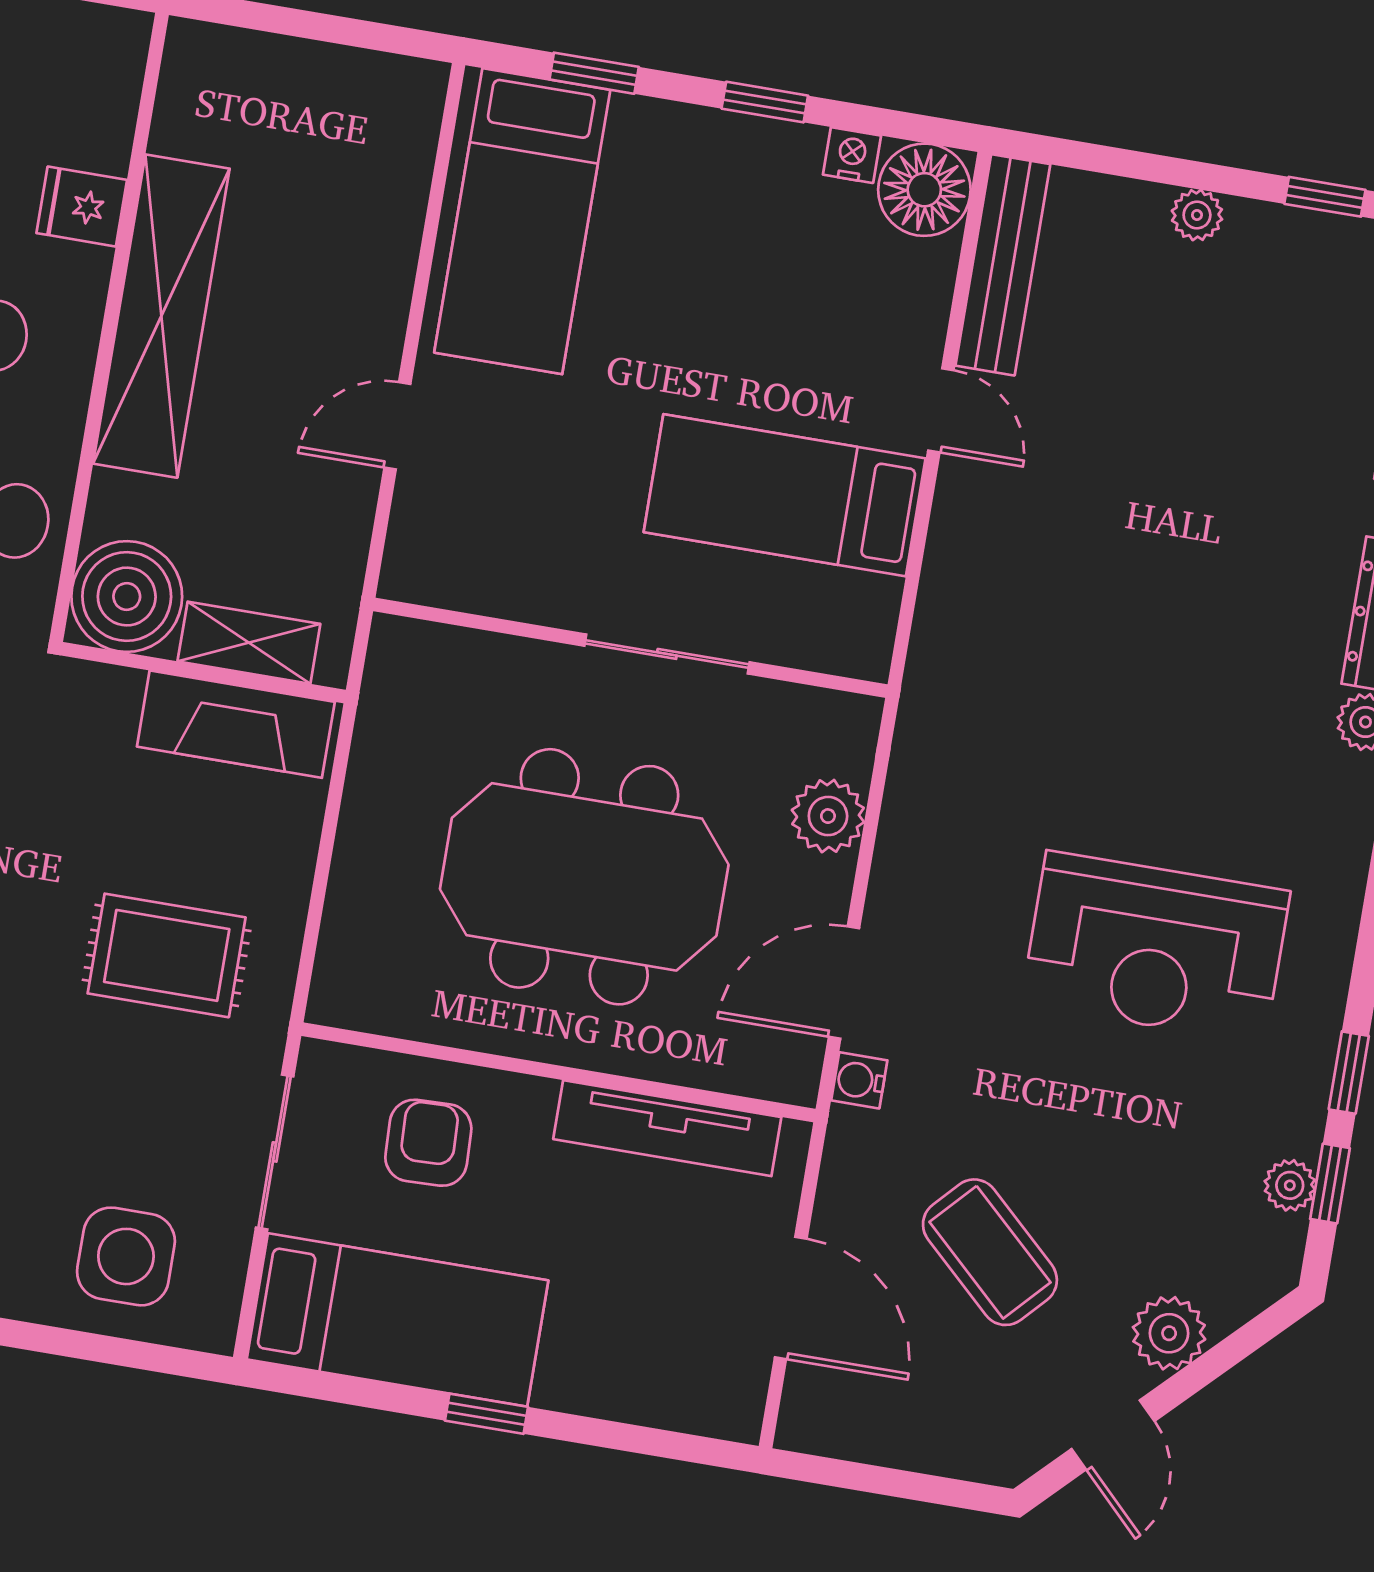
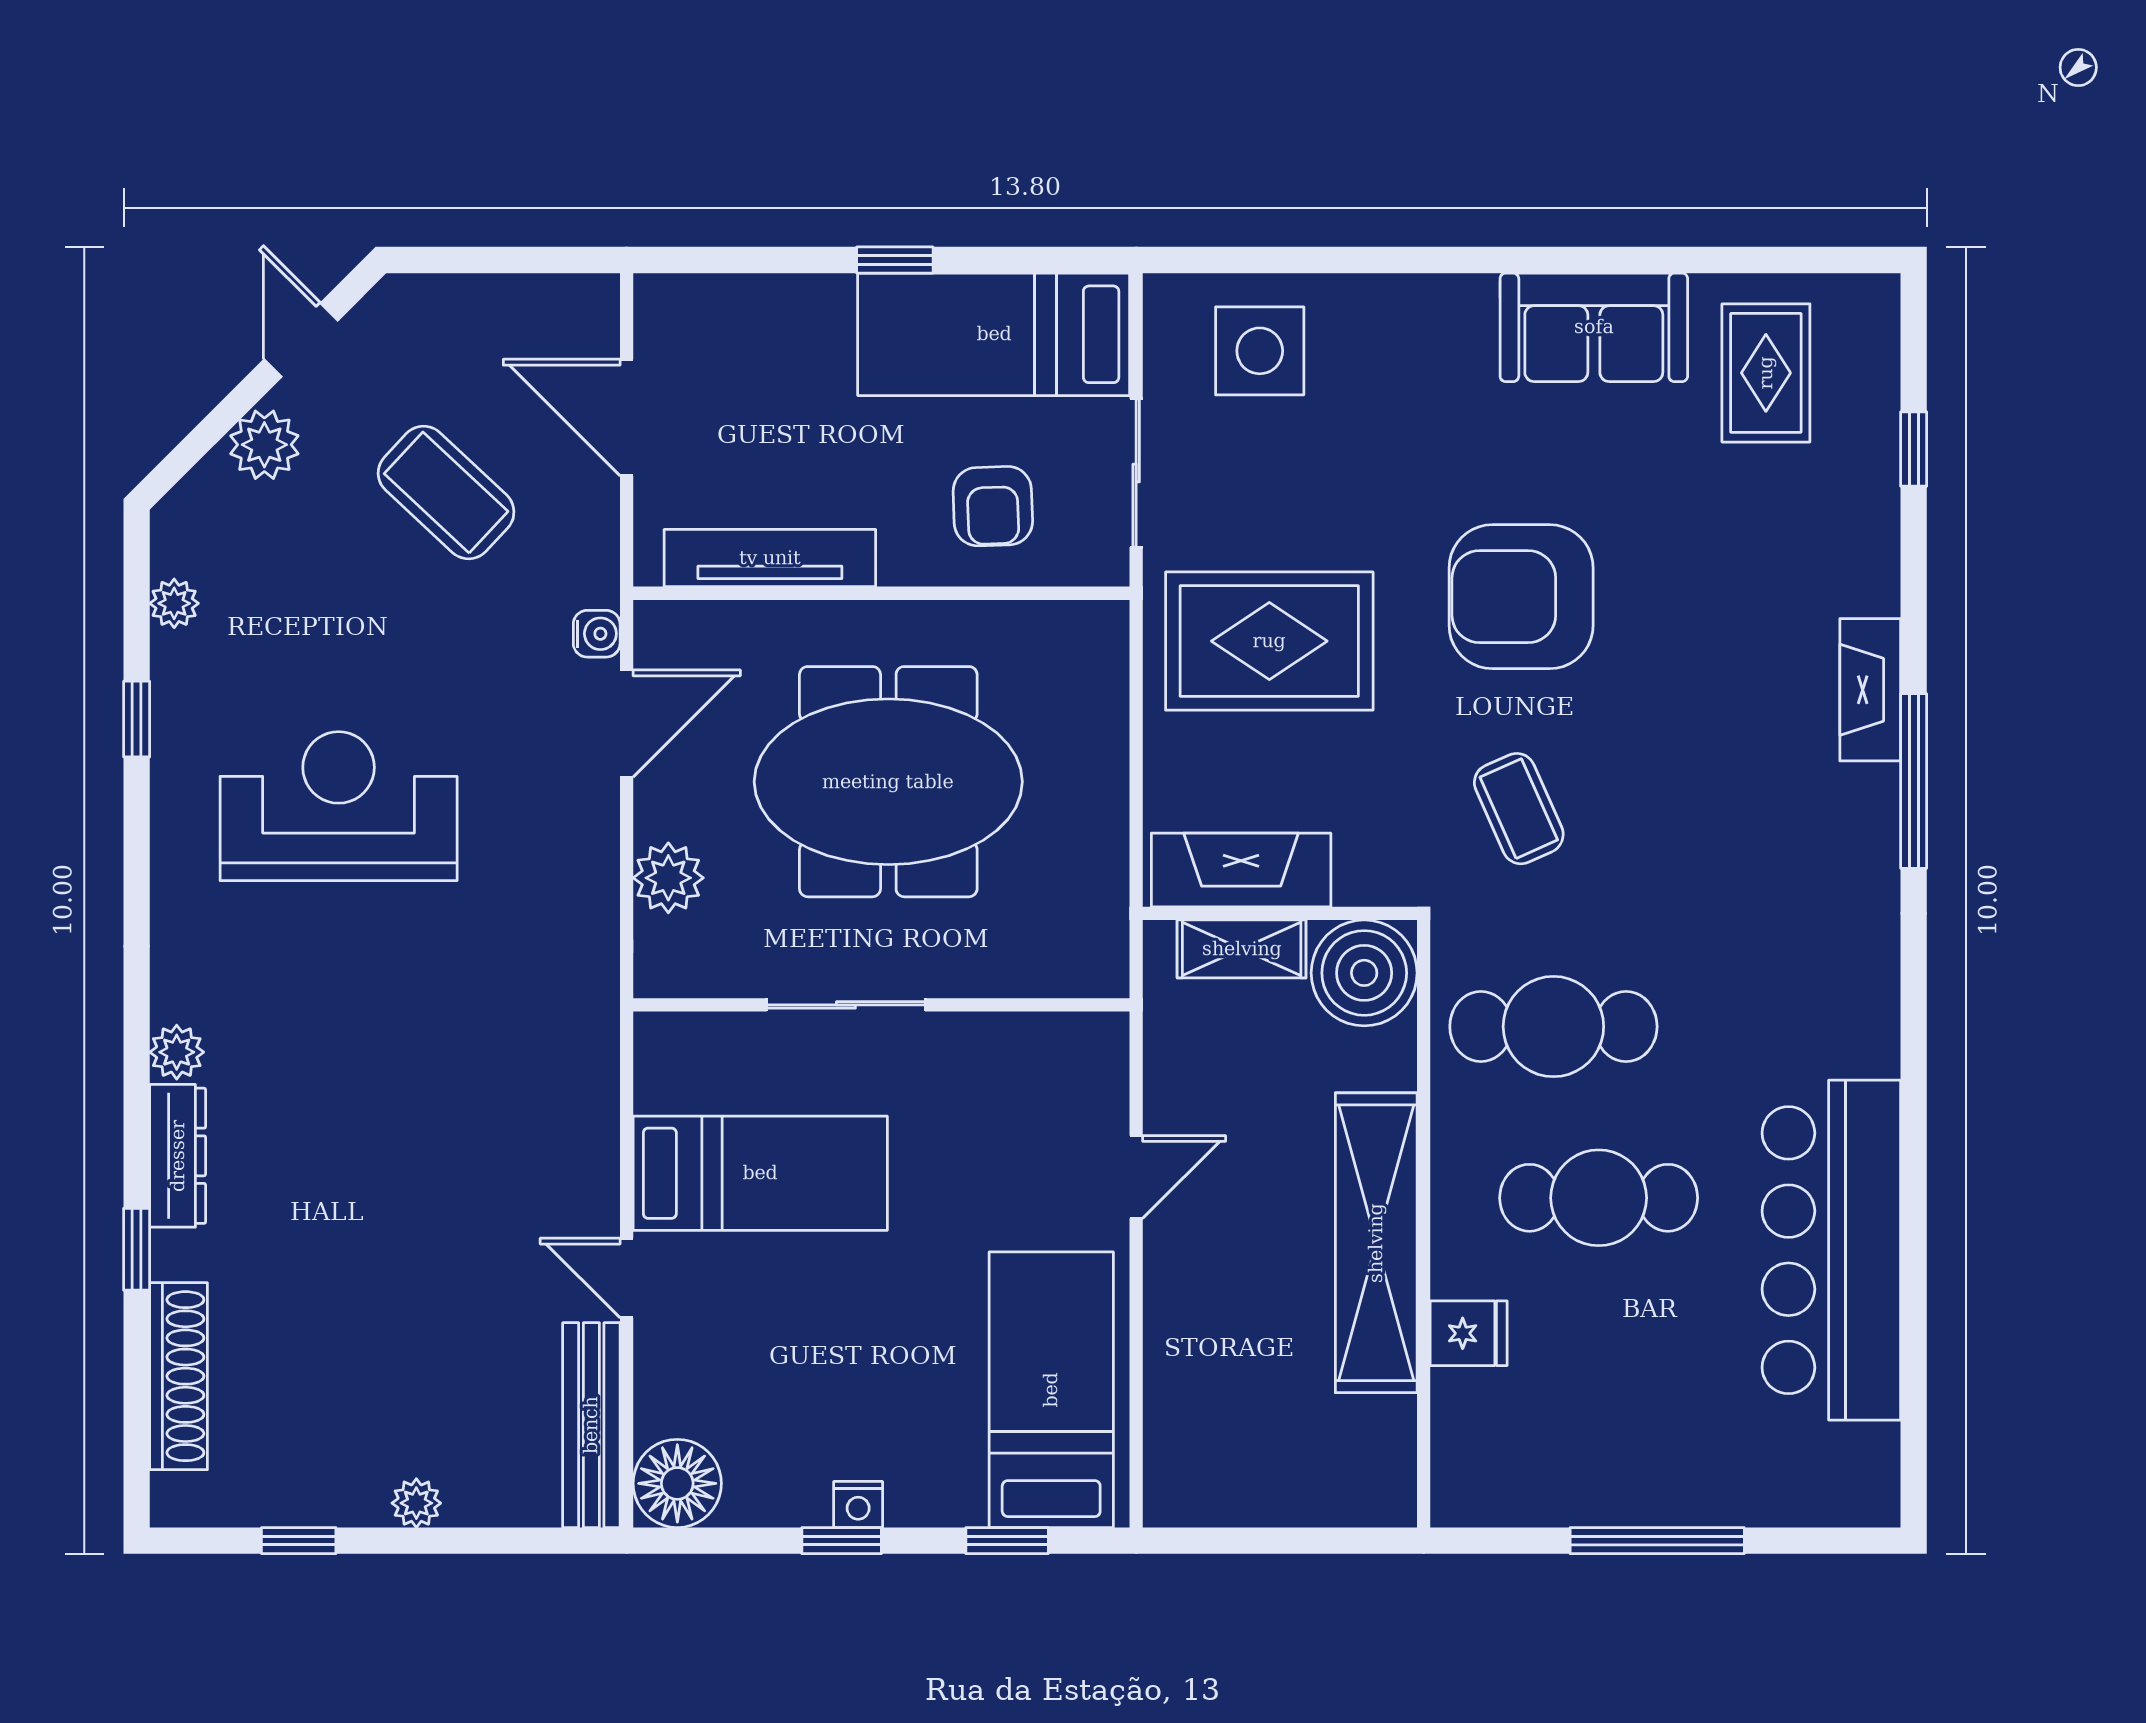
nightstand: (852, 155) -> (858, 1505), moved
rug: (167, 955) -> (1269, 641), width x1.36, depth x1.43
window: (1330, 1184) -> (137, 611), removed

